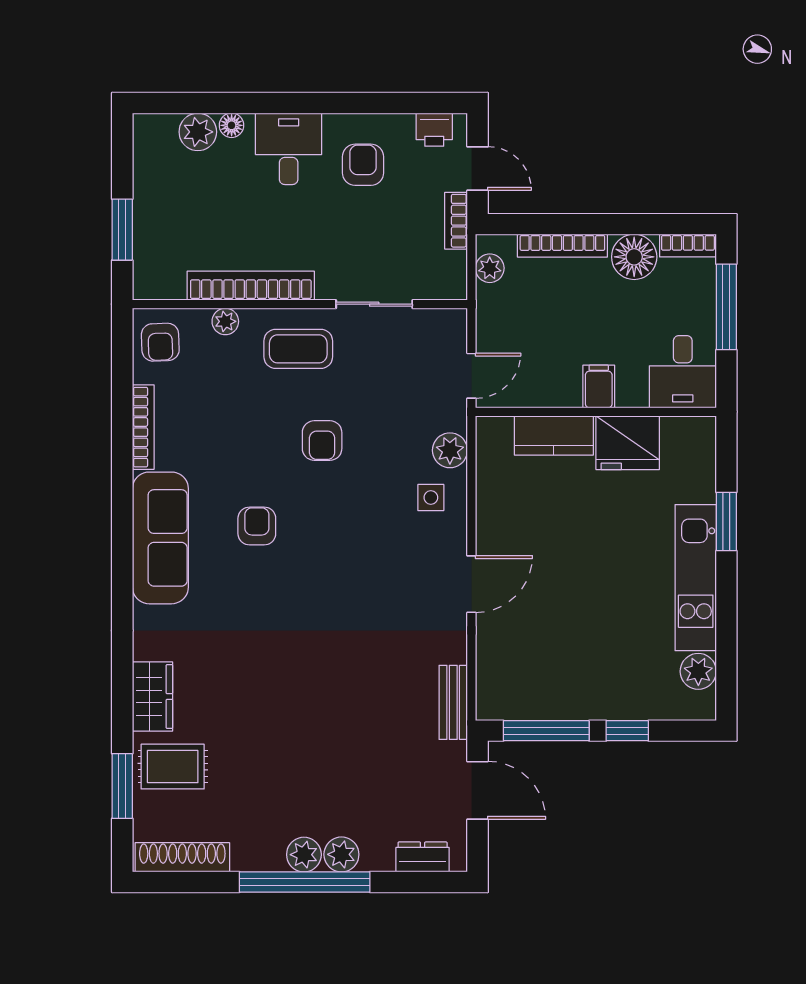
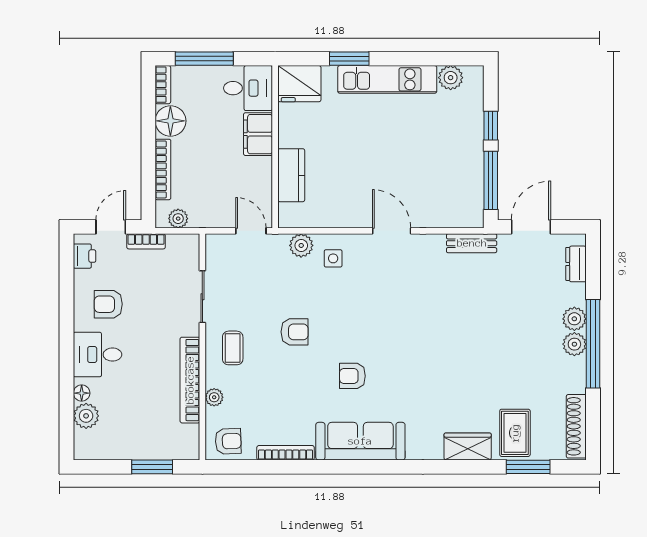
coffee table: (298, 349) -> (233, 348), width x0.73, depth x0.77
filing cabinet: (599, 386) -> (258, 134), width x2.00
fridge: (628, 443) -> (299, 84), moved, turned 90

